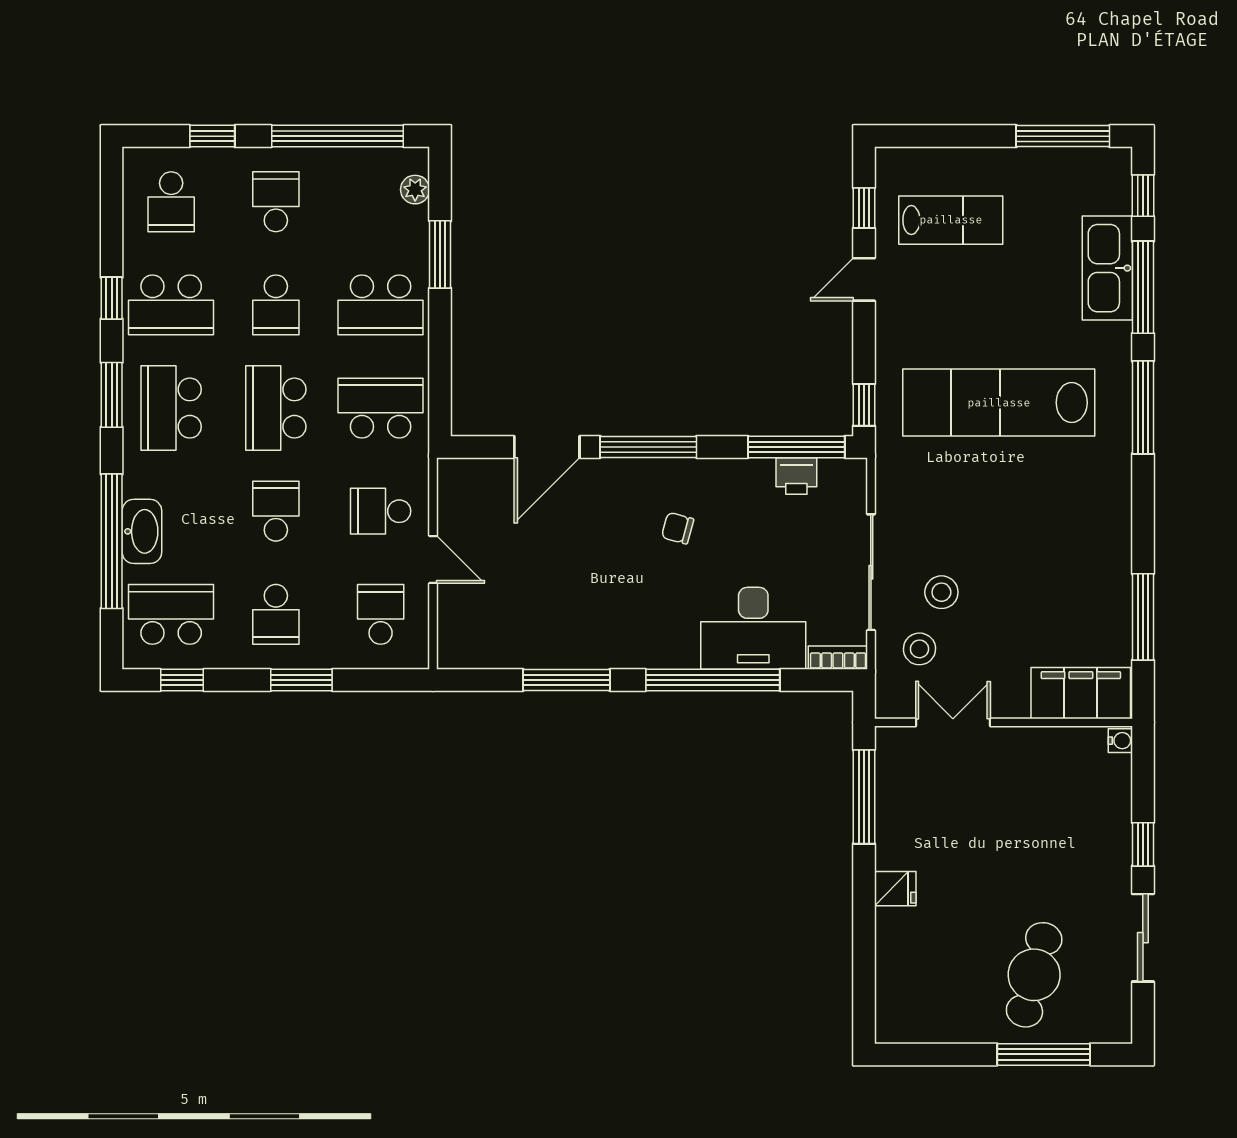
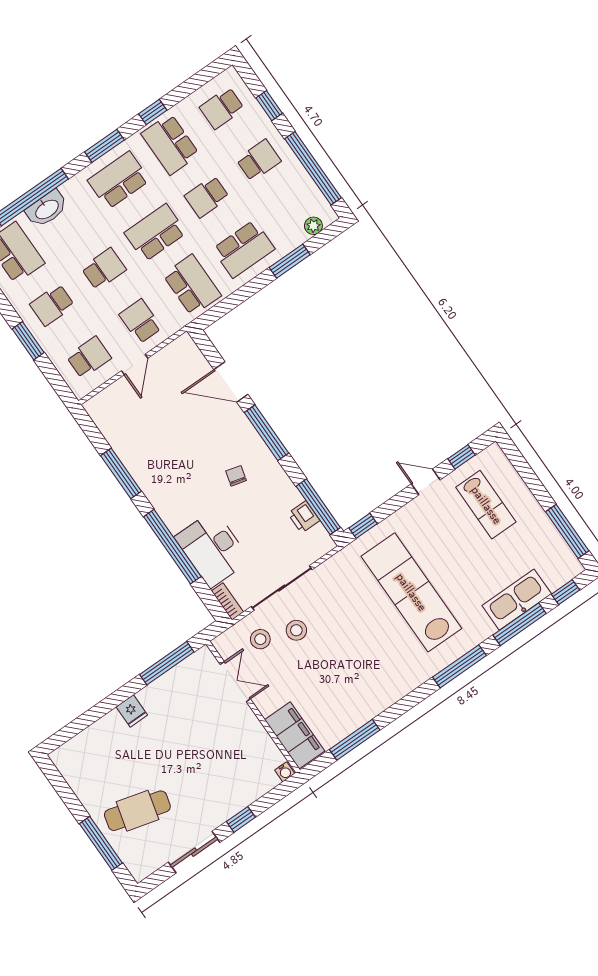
school desk: (381, 305) -> (244, 249), turned -90

